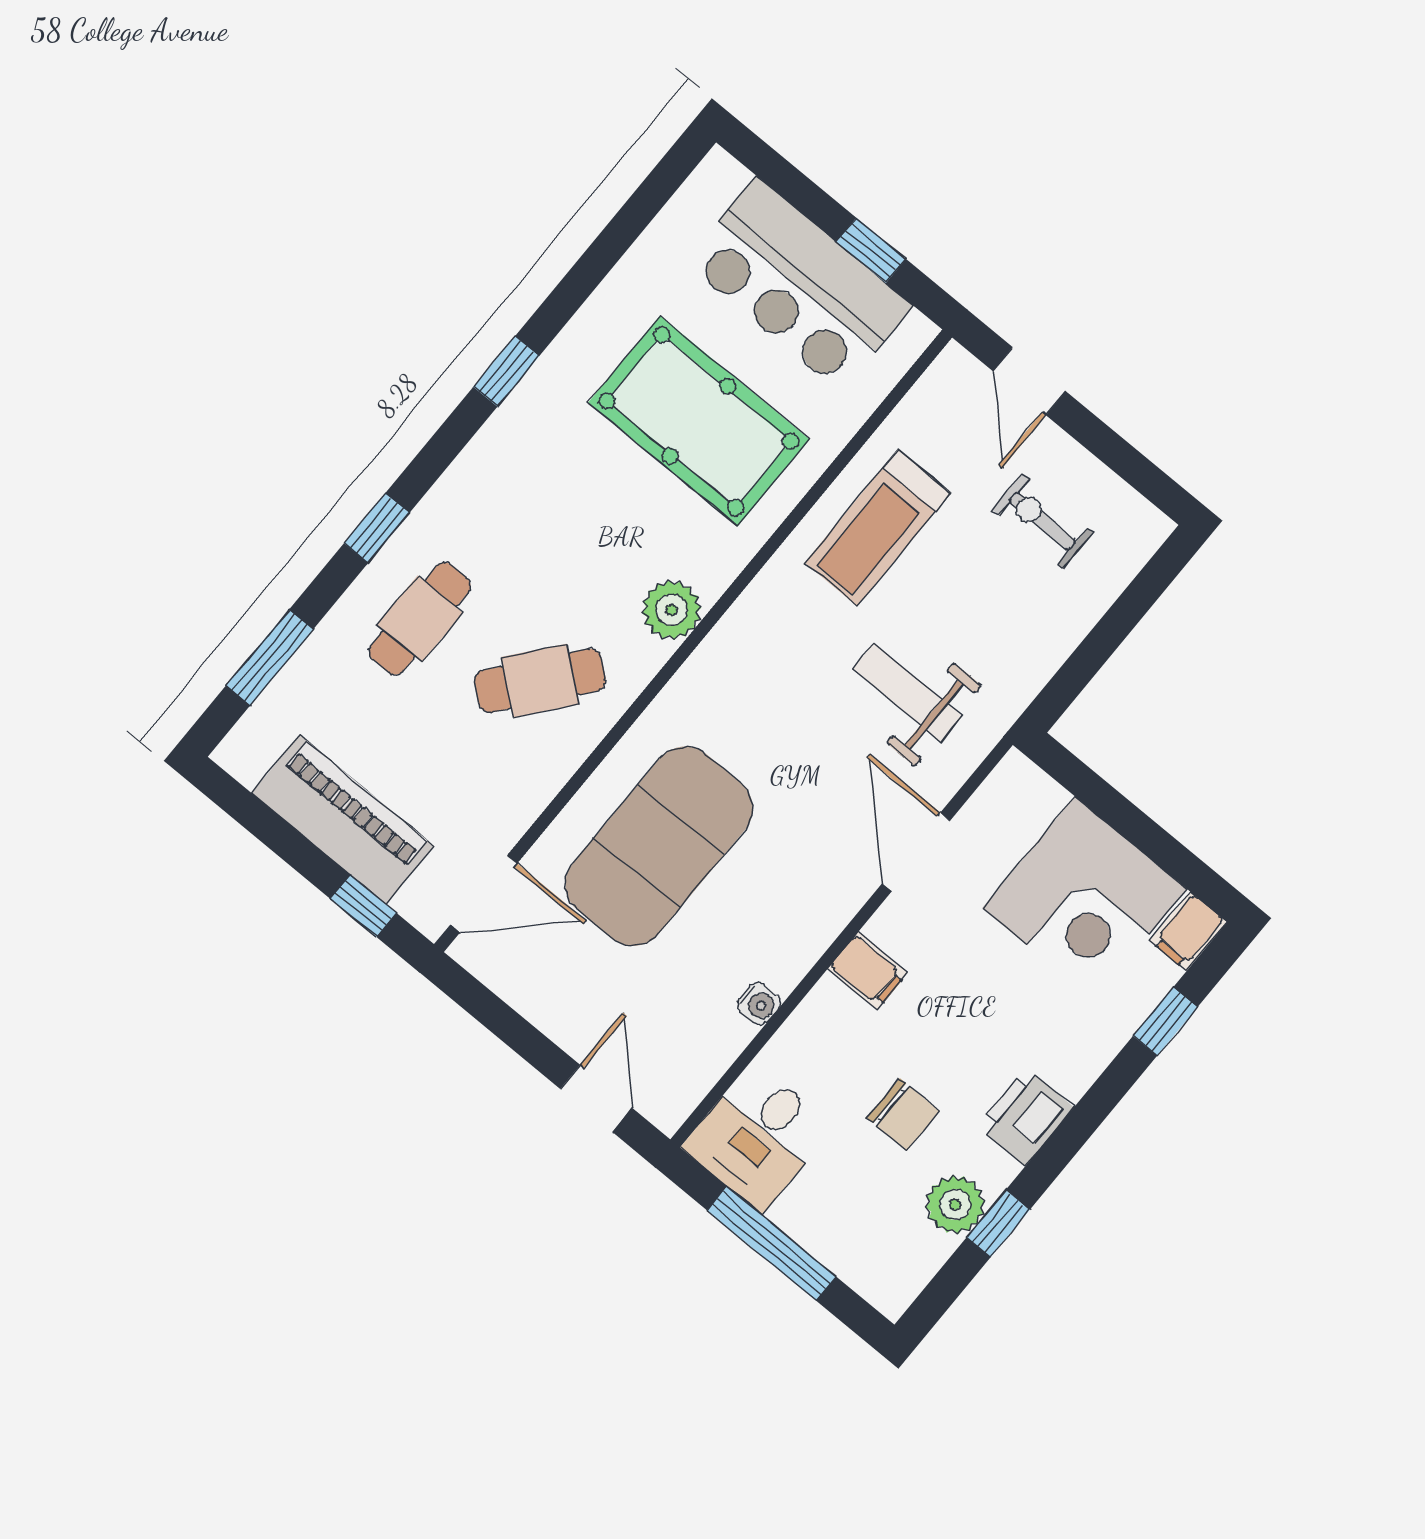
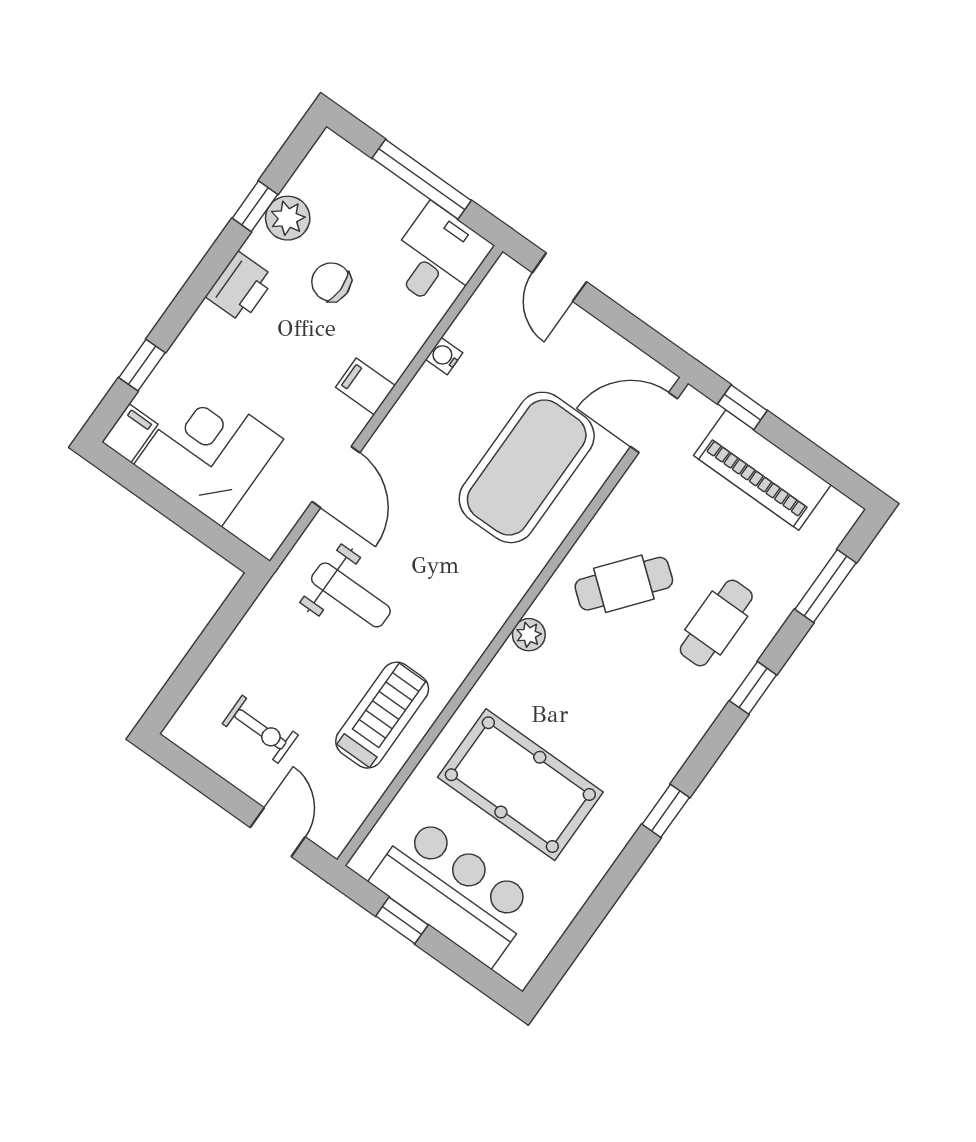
plant: (672, 610) -> (529, 635), width x0.73, depth x0.73

